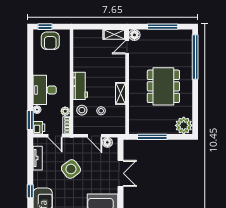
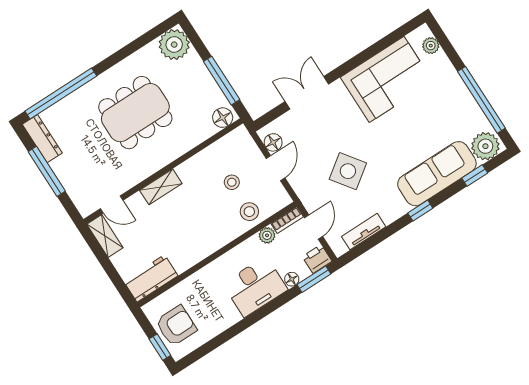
dresser: (179, 34) -> (42, 139), added
floor lamp: (134, 35) -> (223, 118), moved
workbench: (80, 86) -> (151, 278), moved
shelving: (121, 93) -> (161, 187), moved

